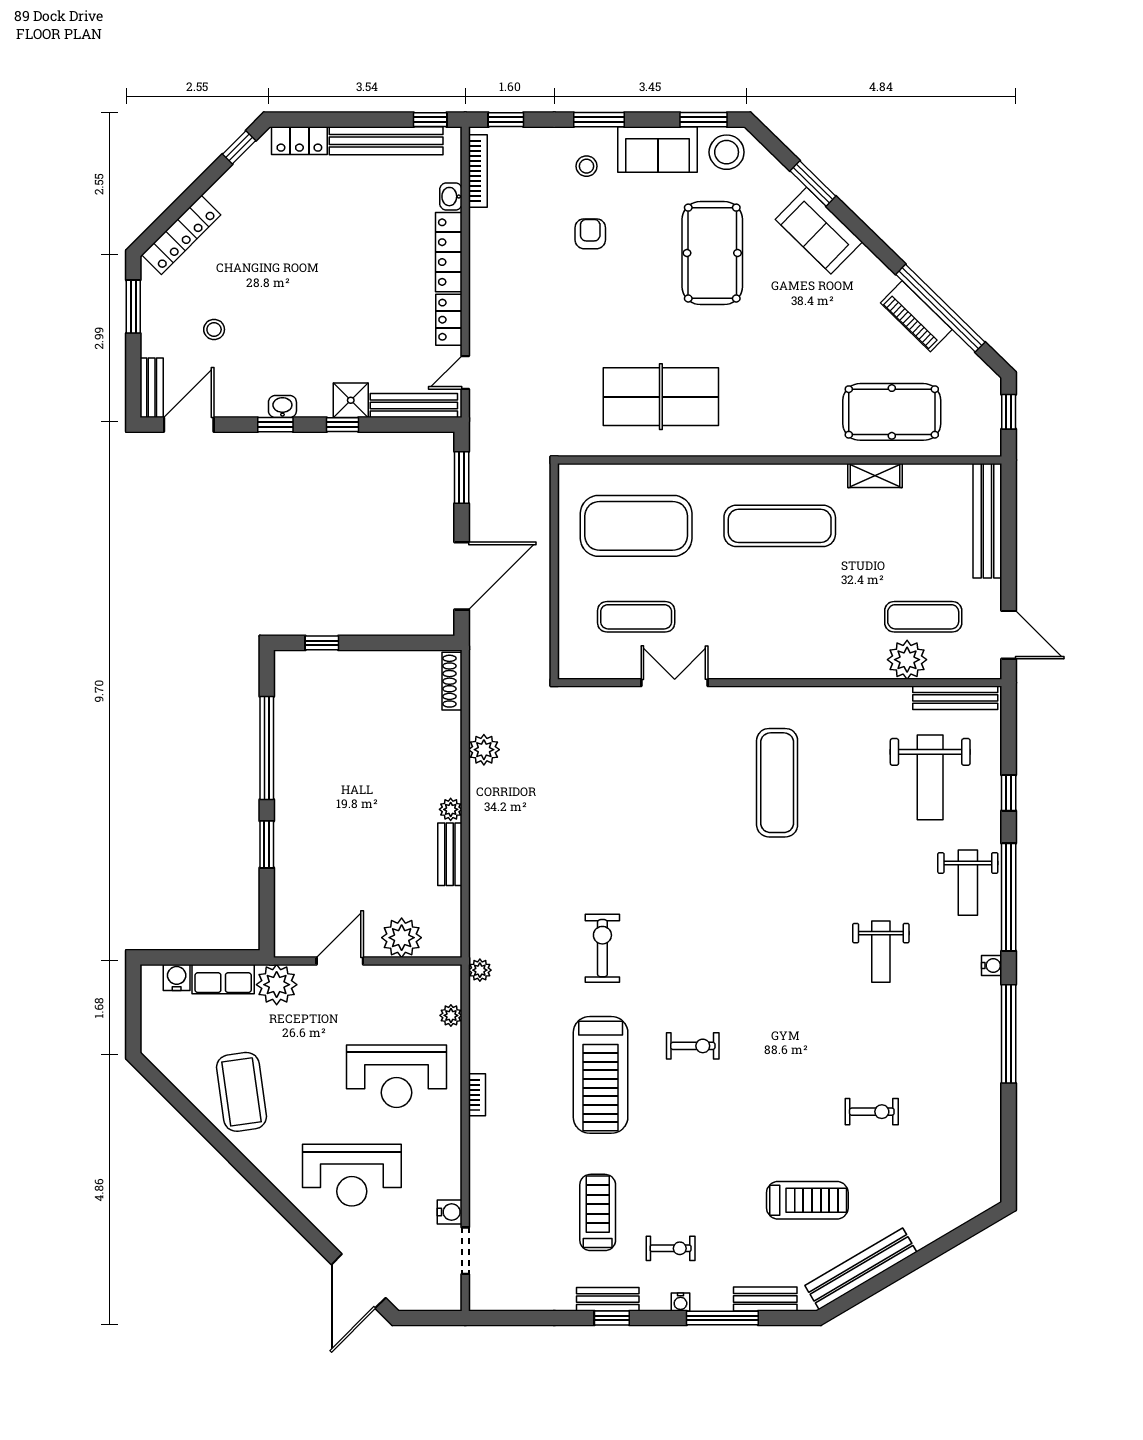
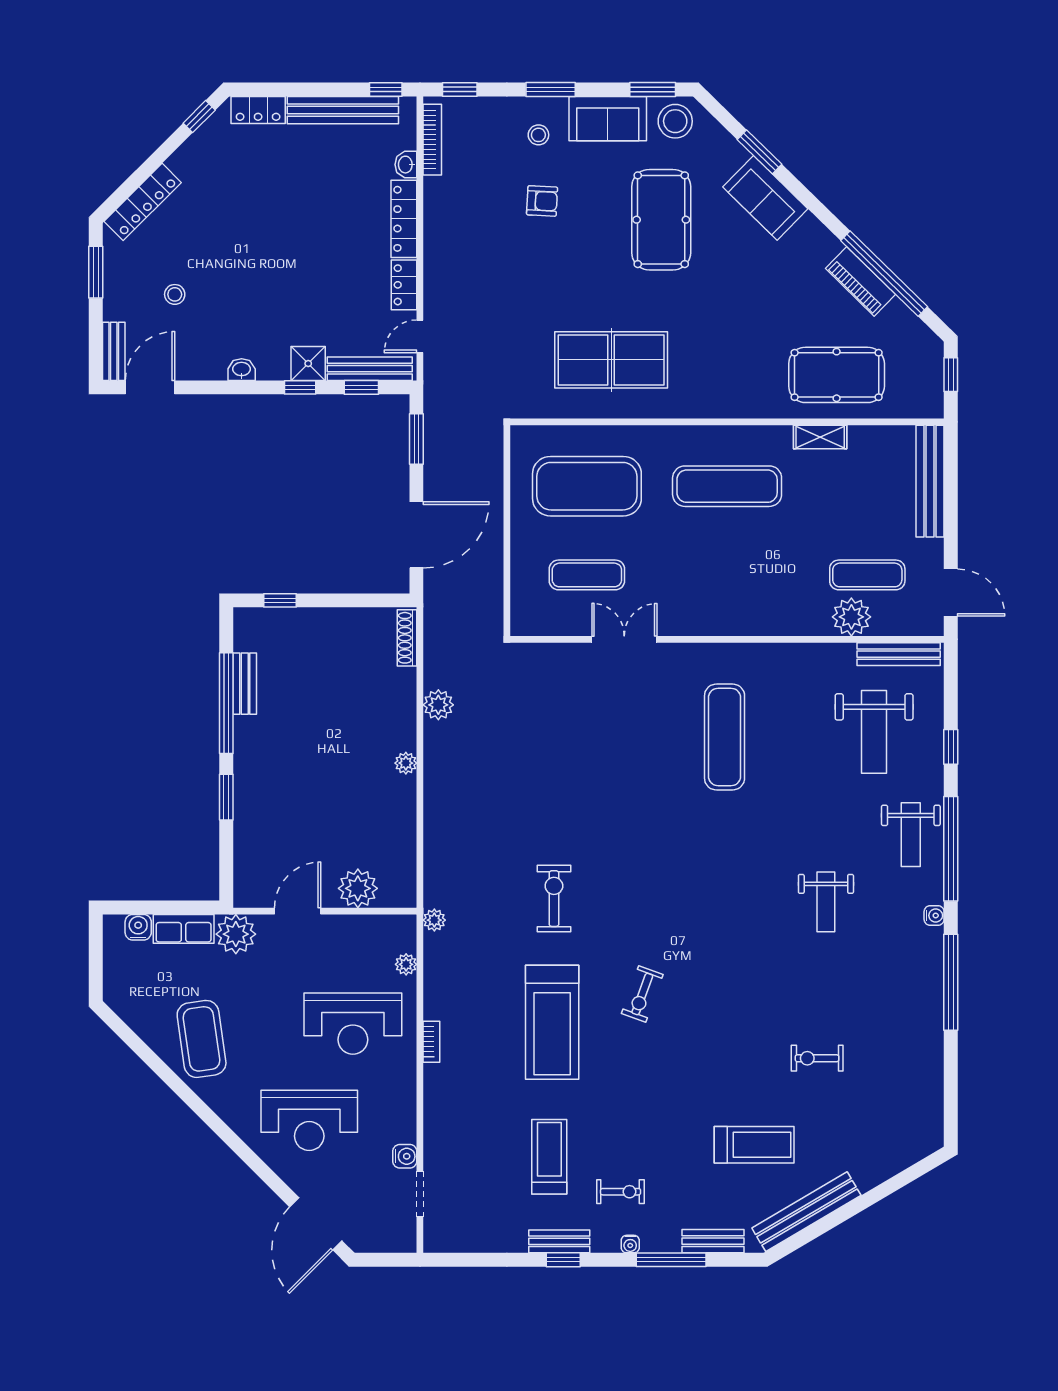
armchair: (590, 234) -> (542, 201), turned 93
window: (275, 425) -> (361, 387), moved
bench: (450, 854) -> (245, 684), moved
exercise bike: (693, 1046) -> (642, 994), turned 110
exercise bike: (872, 1112) -> (817, 1058), turned 180

